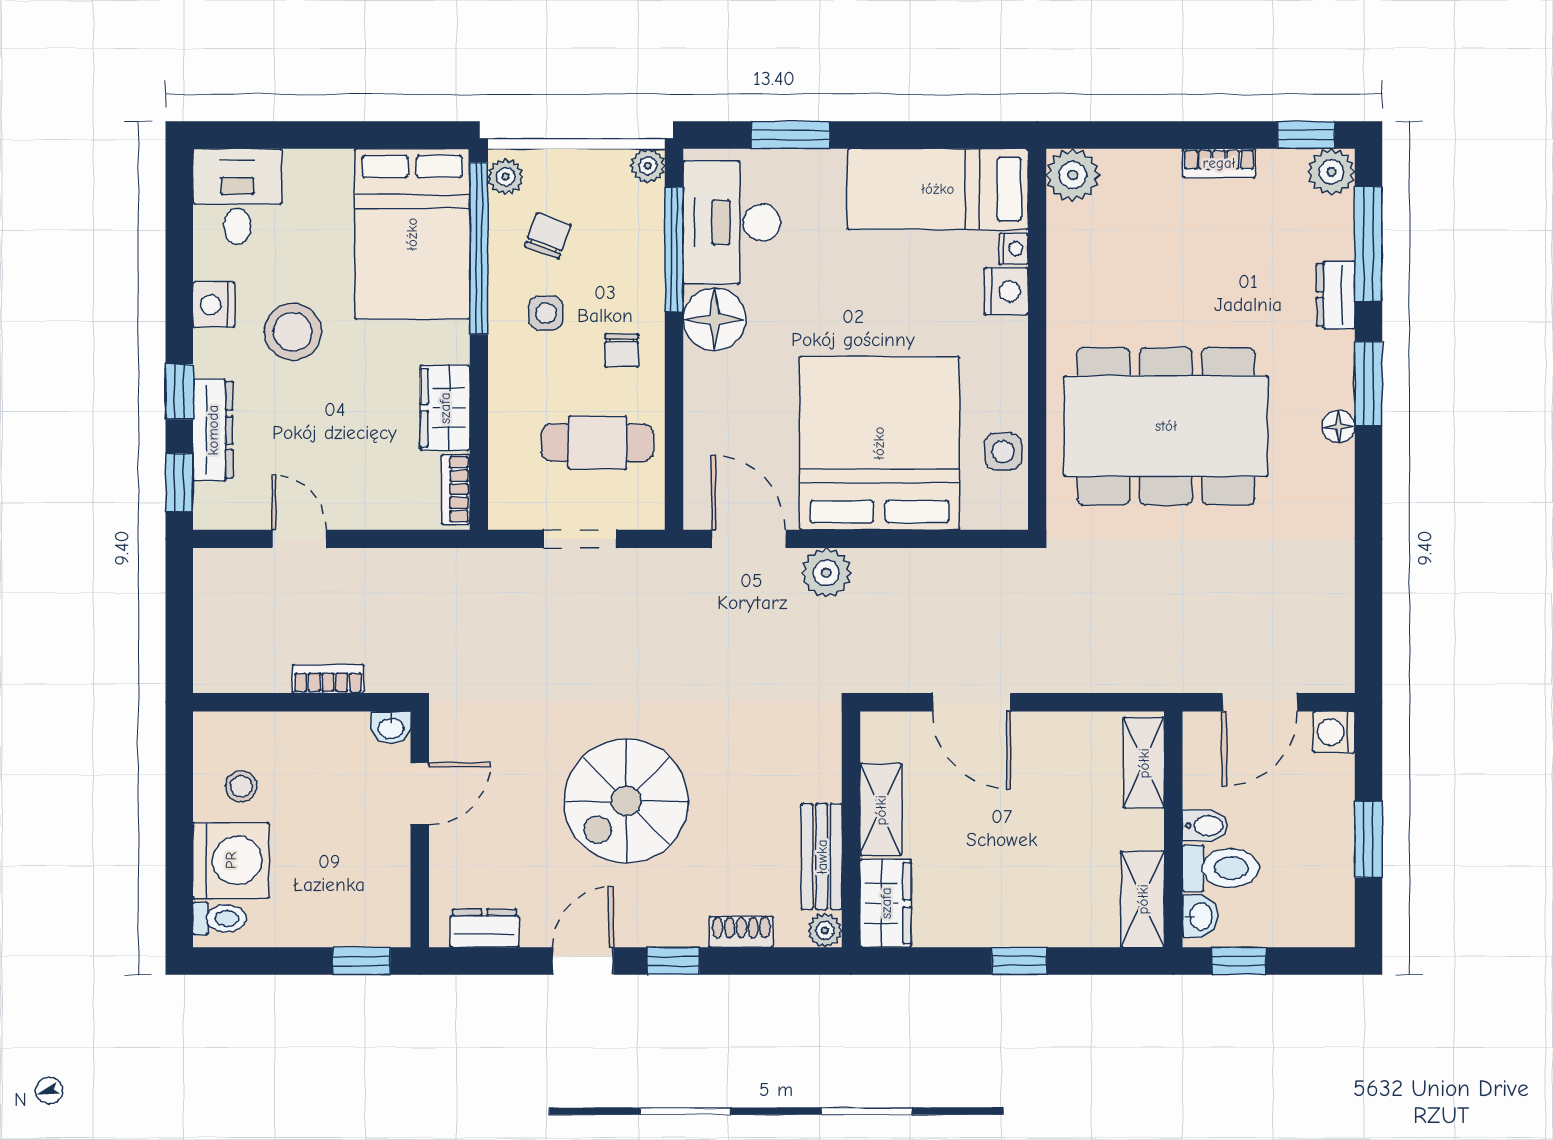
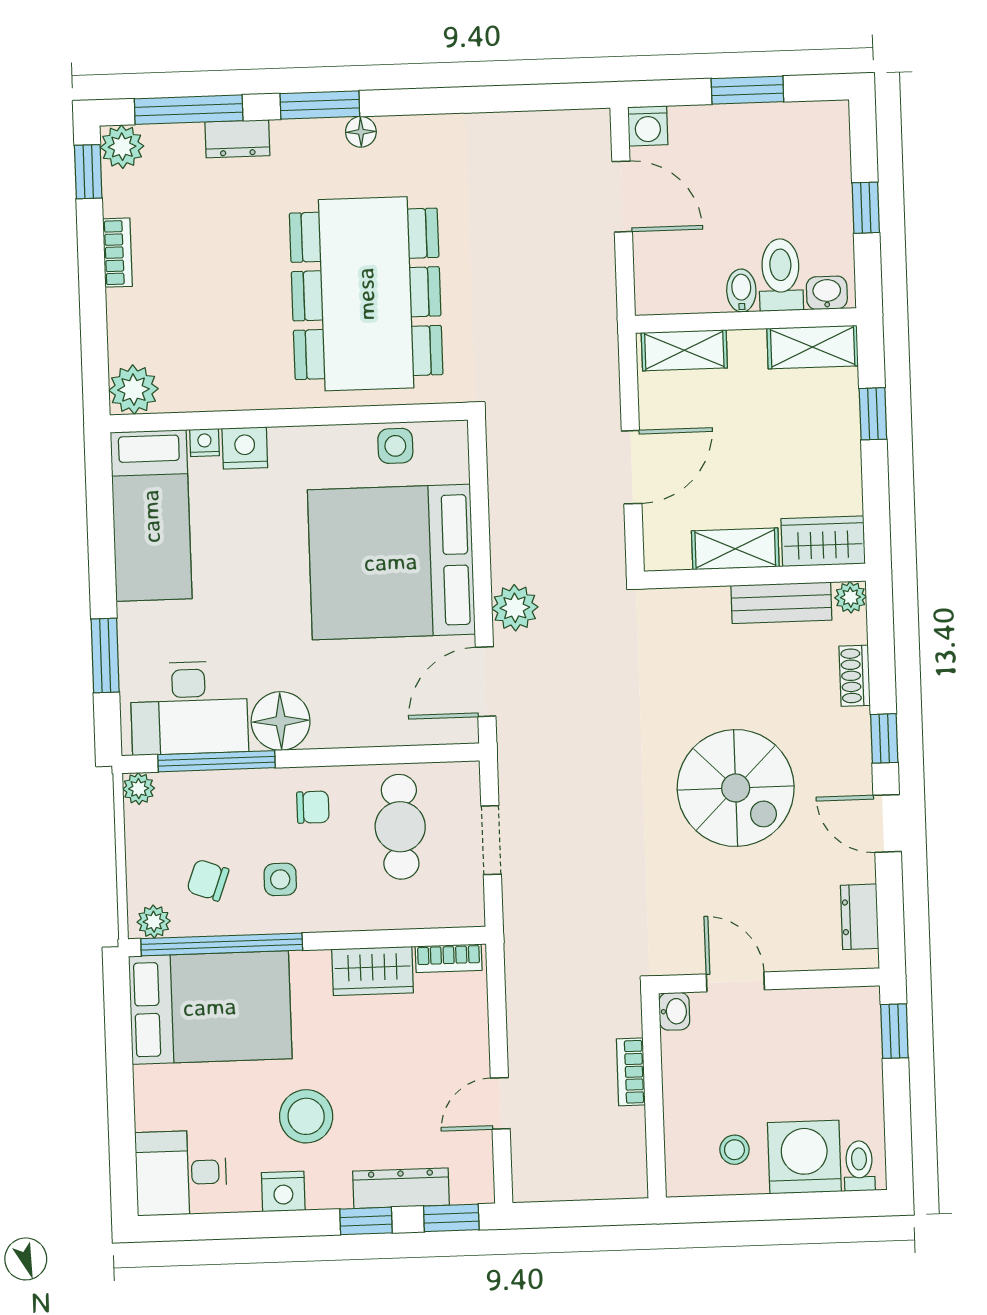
shelving: (1144, 763) -> (684, 350), moved
bidet: (1205, 826) -> (741, 291), moved
wall: (1173, 829) -> (746, 321), moved
toilet: (1221, 868) -> (781, 275), moved
shelving: (1143, 899) -> (813, 347), moved
washbasin: (1200, 916) -> (827, 293), moved

